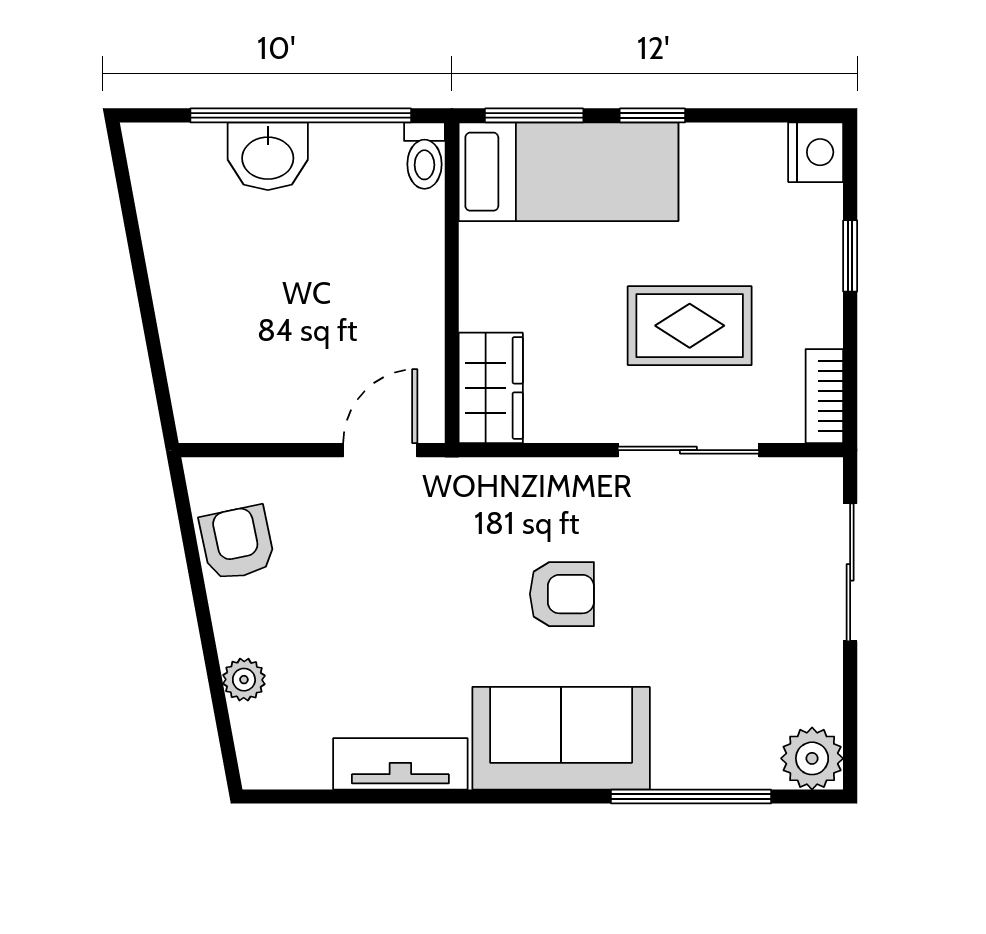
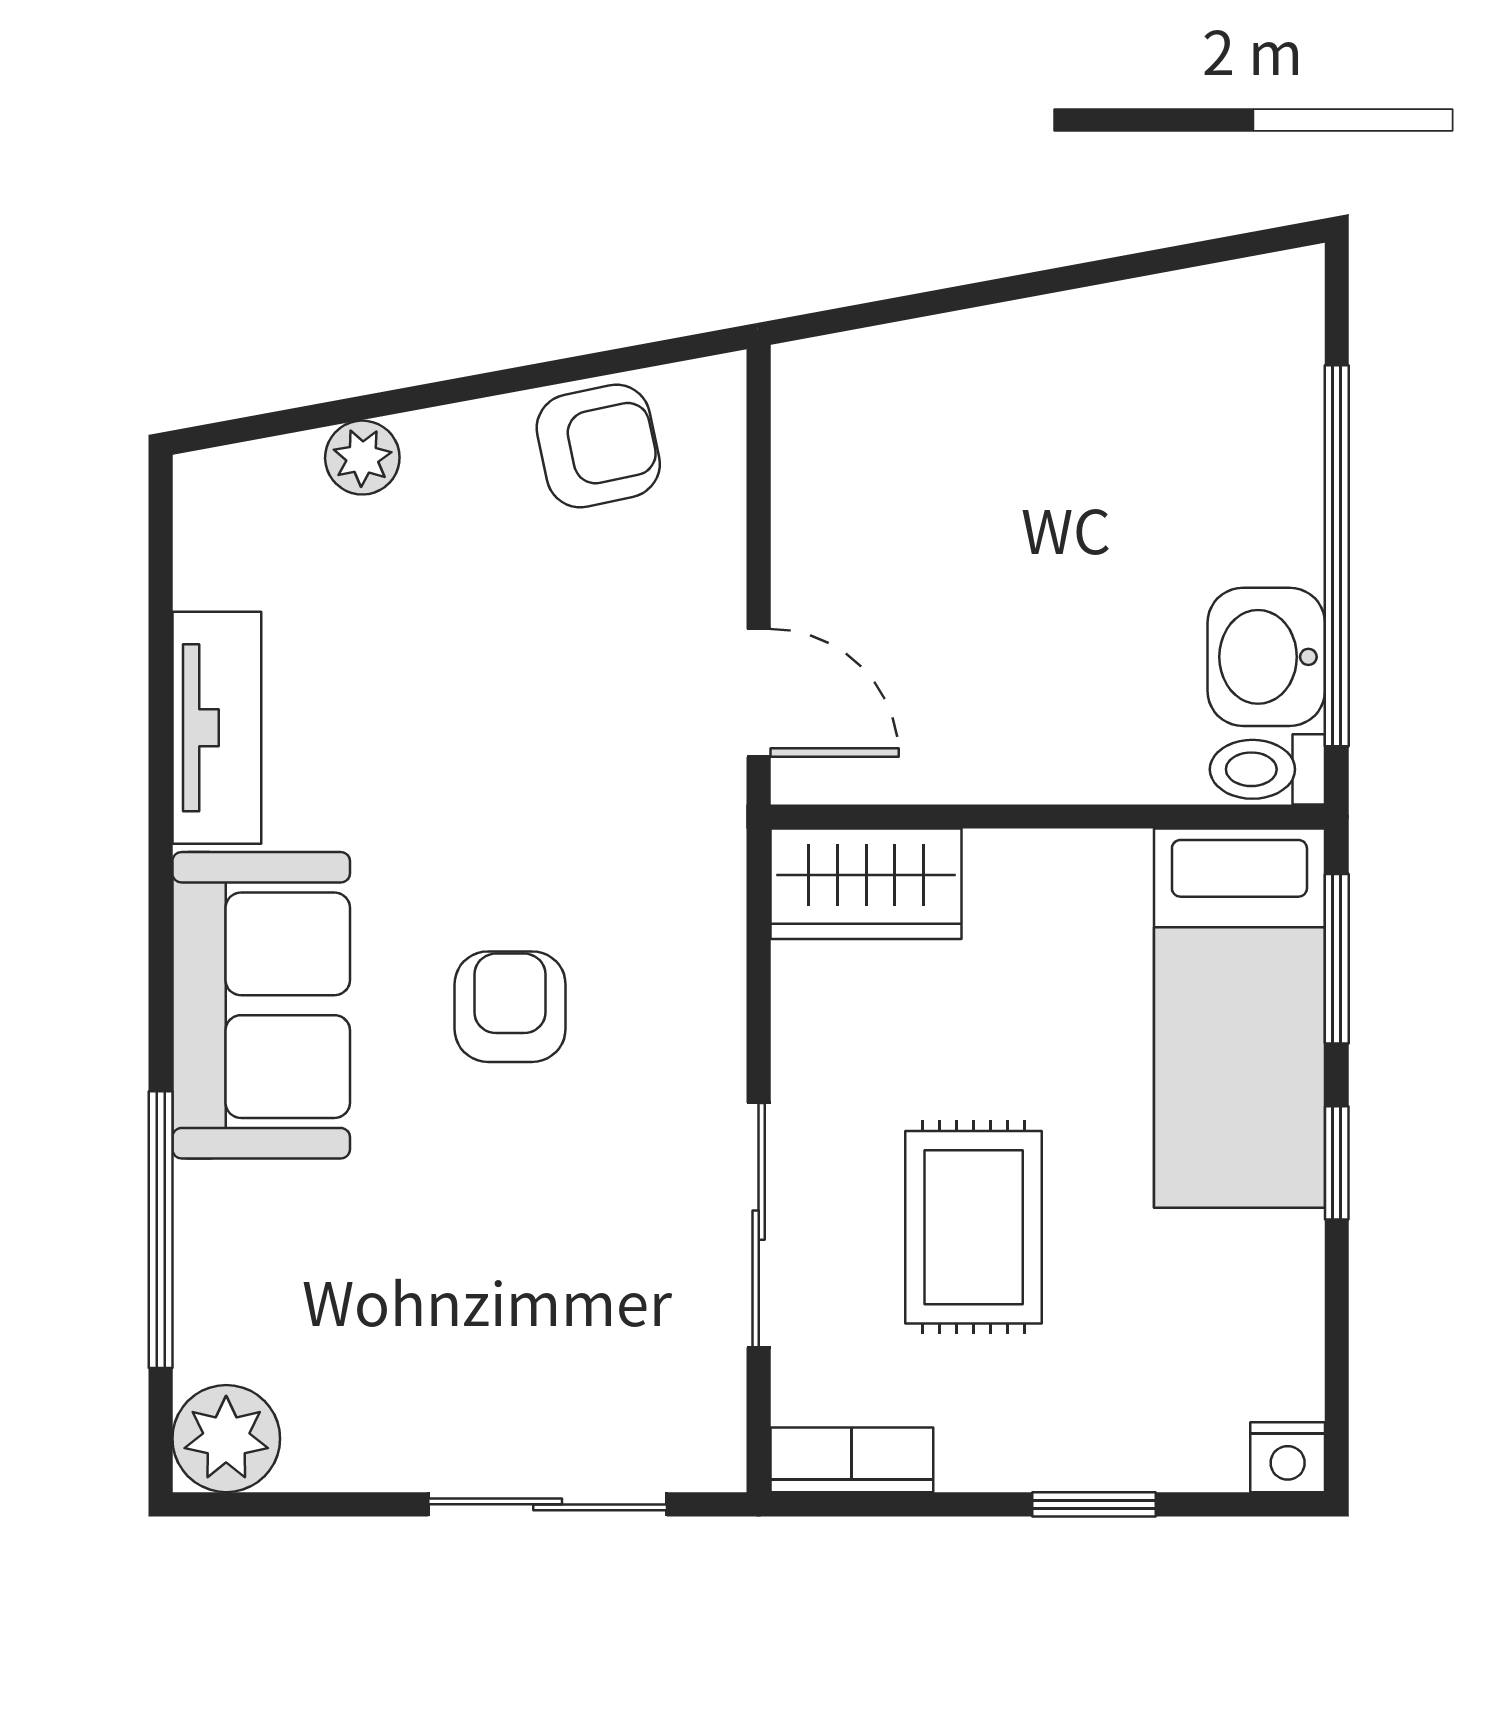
nightstand: (816, 152) -> (1288, 1457), width x0.72, depth x0.74
washbasin: (268, 156) -> (1266, 657), moved
armchair: (562, 594) -> (510, 1007), turned 180

